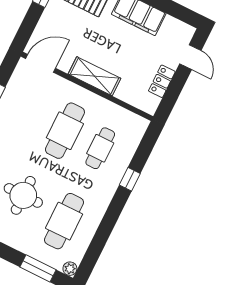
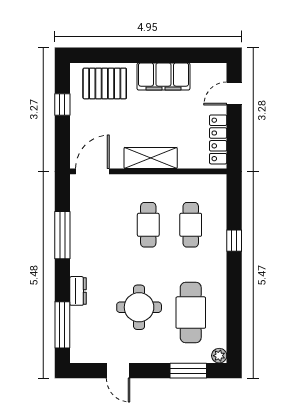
door: (190, 57) -> (234, 94), swing flipped
locker: (162, 81) -> (218, 139), width x1.53
cafe table: (65, 131) -> (148, 225), width x0.73, depth x0.74

